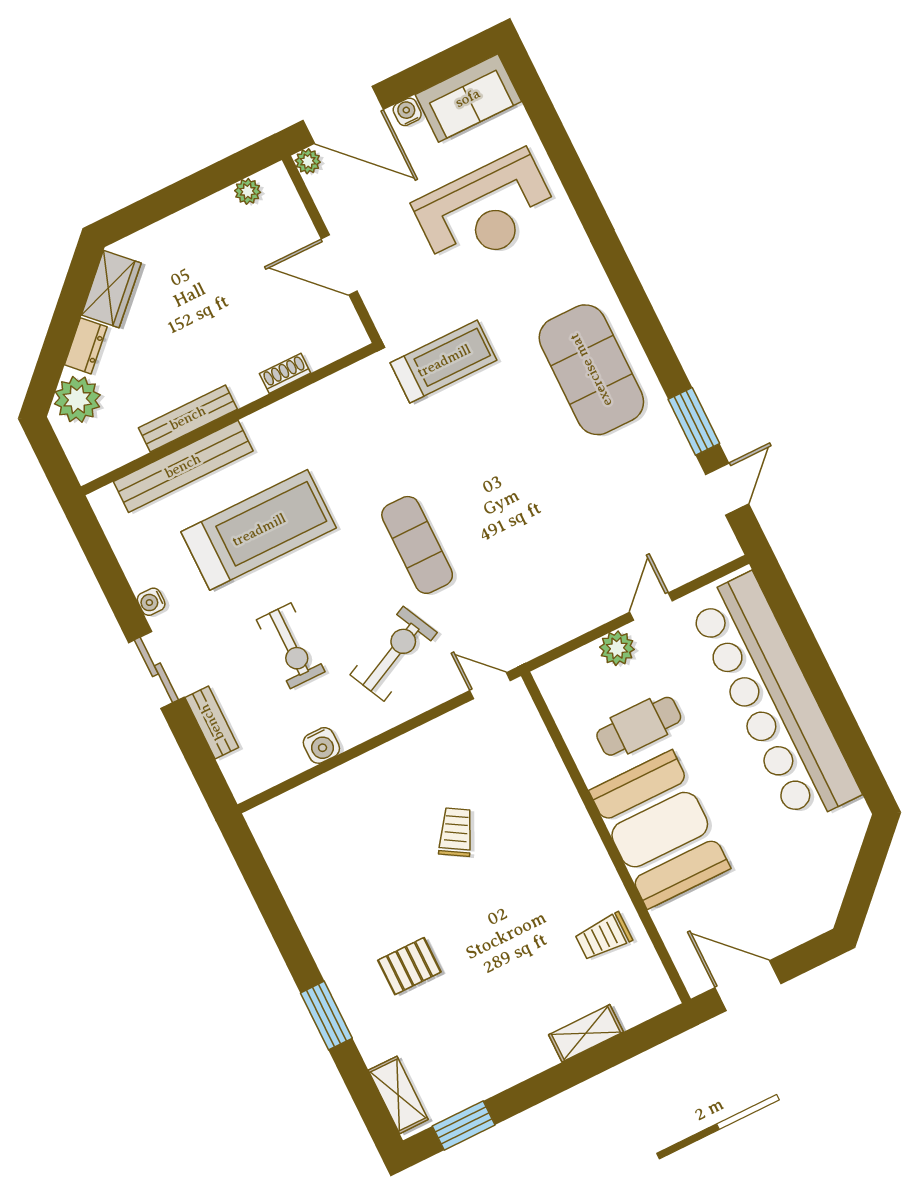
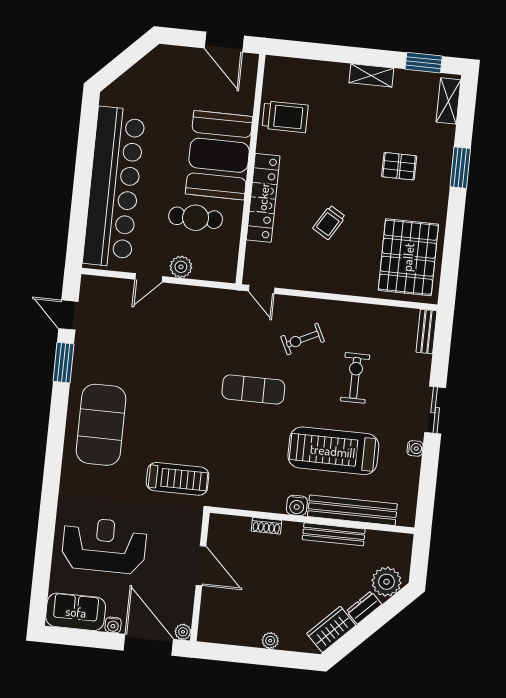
plant: (248, 191) -> (270, 641), moved
treadmill: (444, 361) -> (178, 479), turned 180
door: (727, 489) -> (68, 315), hinge flipped
exercise mat: (417, 545) -> (253, 389), turned 90
exercise bike: (394, 654) -> (303, 339), width x0.73, depth x0.72
bench: (212, 722) -> (426, 332), moved
water cooler: (321, 745) -> (297, 505), moved, turned 180
locker: (565, 810) -> (263, 198), added
pallet: (321, 852) -> (408, 257), added
trolley: (604, 937) -> (285, 117), width x1.36, depth x1.39
shelving: (586, 1033) -> (371, 75), moved

